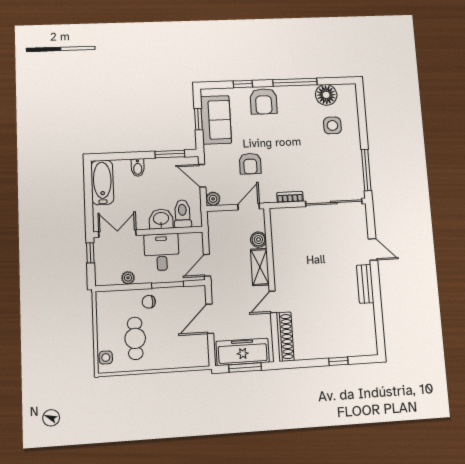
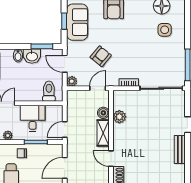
armchair: (250, 164) -> (101, 56), turned -141
washbasin: (161, 219) -> (32, 56), moved, turned 180
plant: (281, 244) -> (119, 117), added
door: (273, 302) -> (111, 159), hinge flipped

